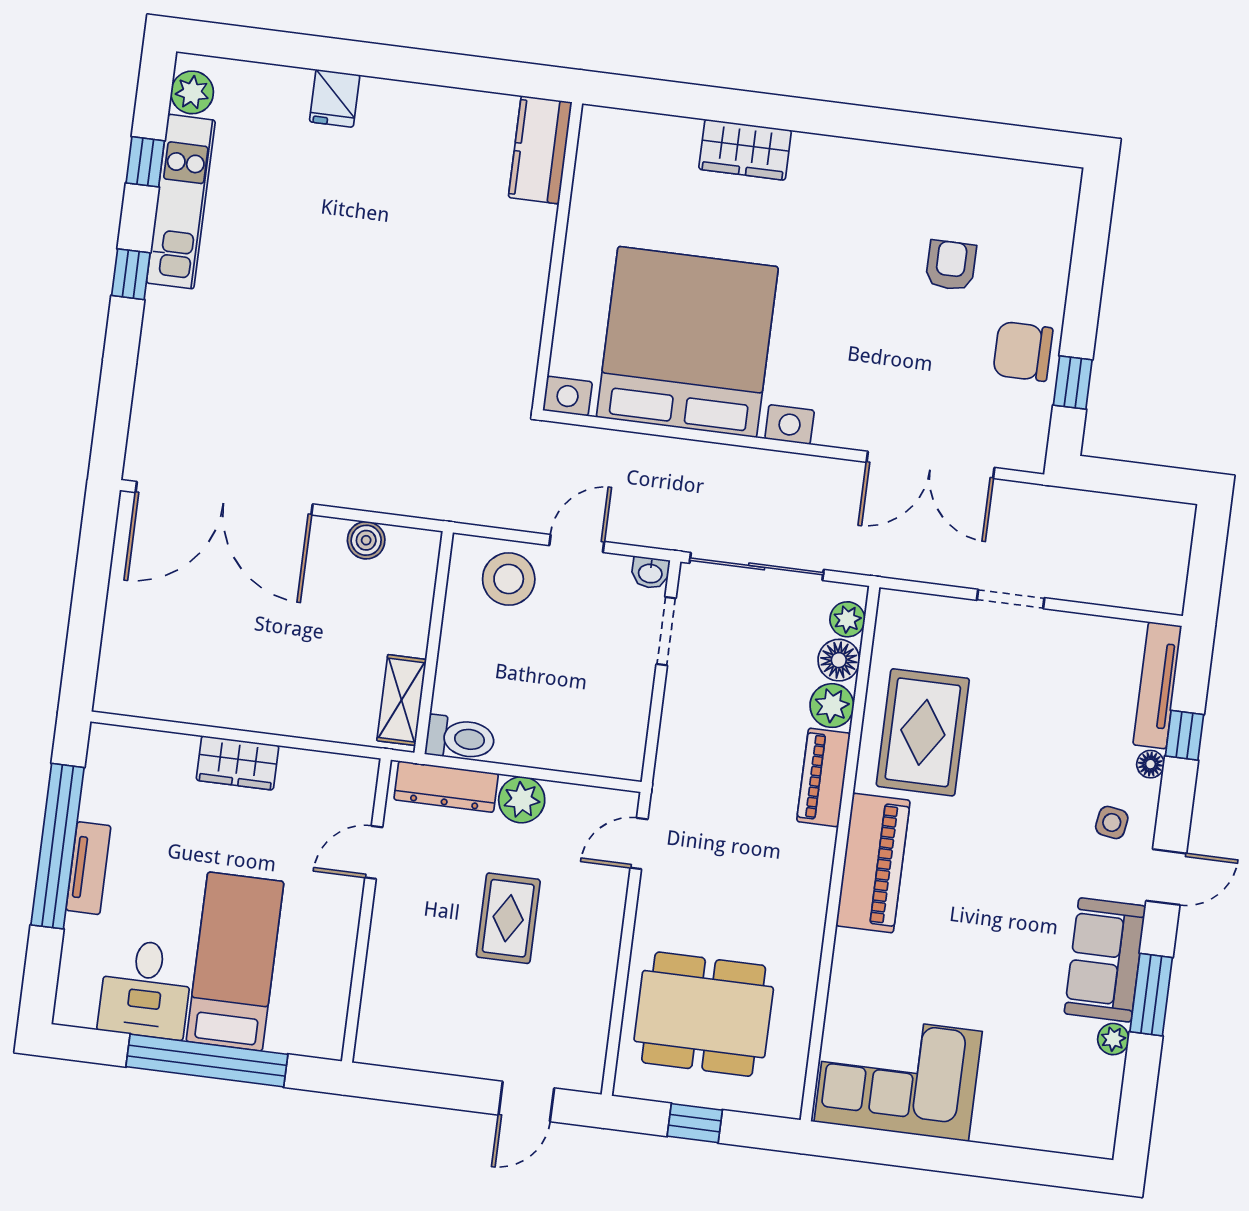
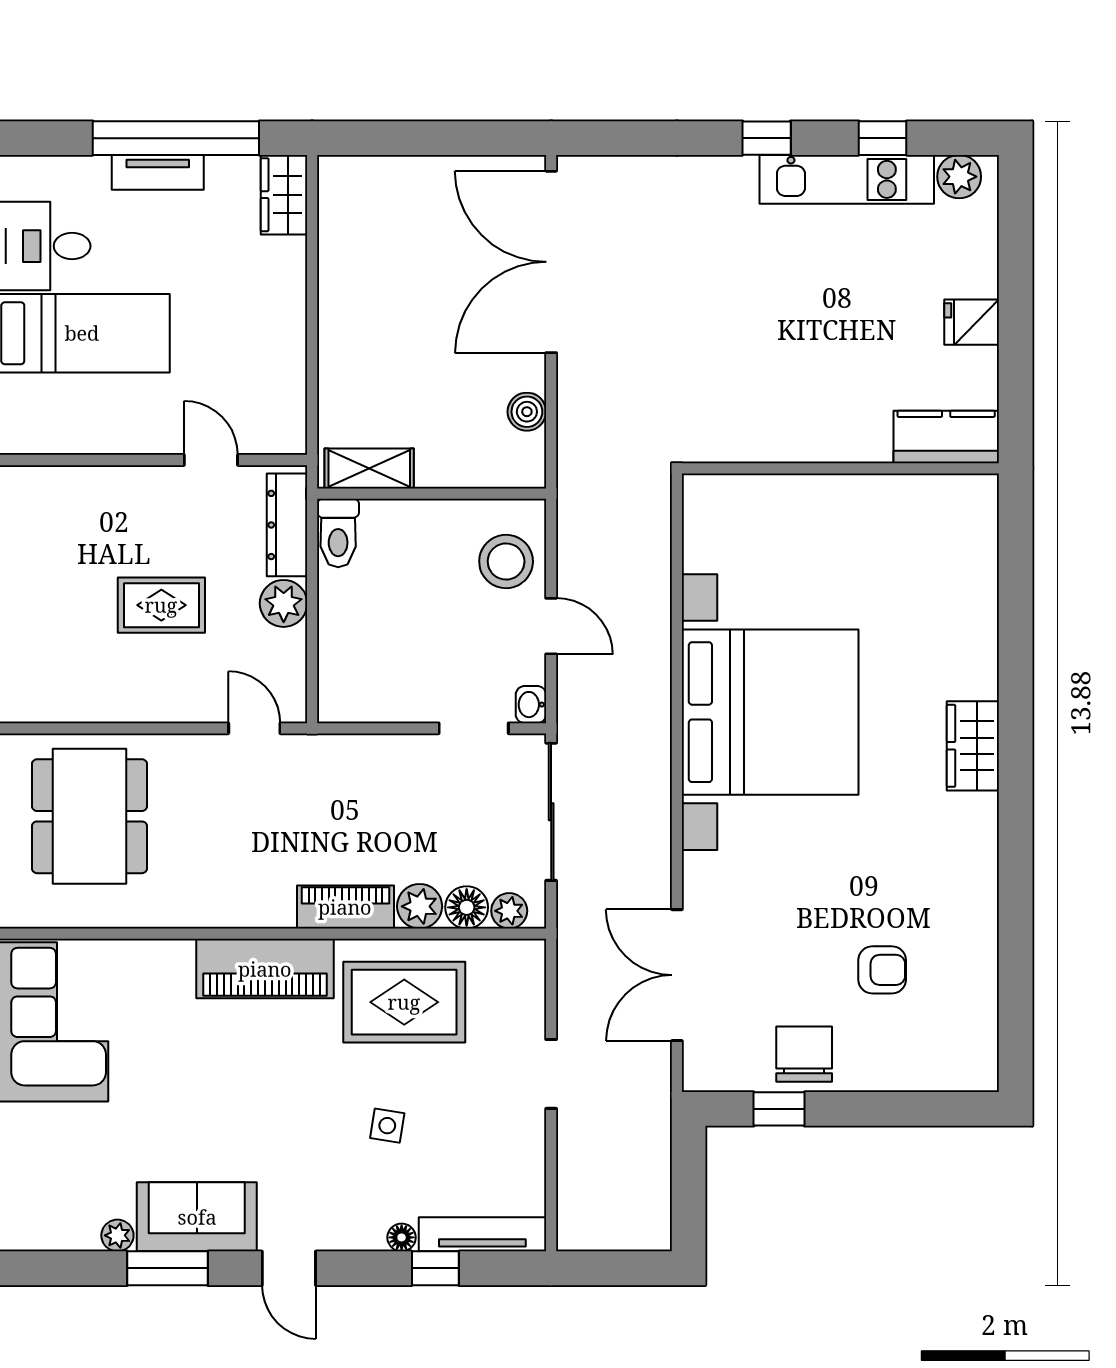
kitchen counter: (540, 150) -> (946, 437), moved
wall: (557, 256) -> (840, 468), moved
wardrobe: (237, 763) -> (284, 195), moved
side table: (1112, 822) -> (387, 1126), moved

